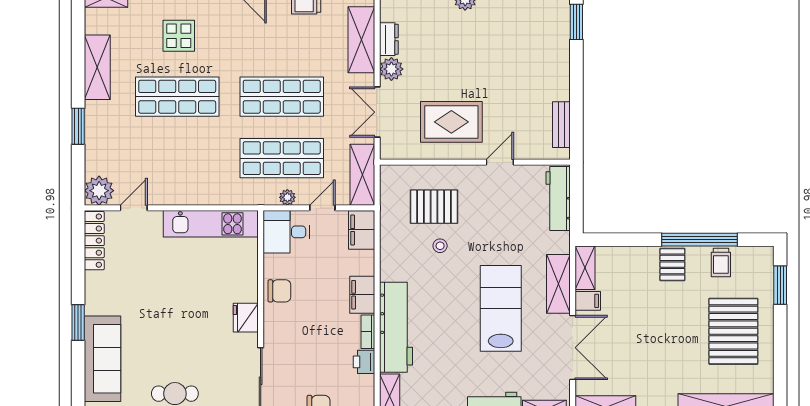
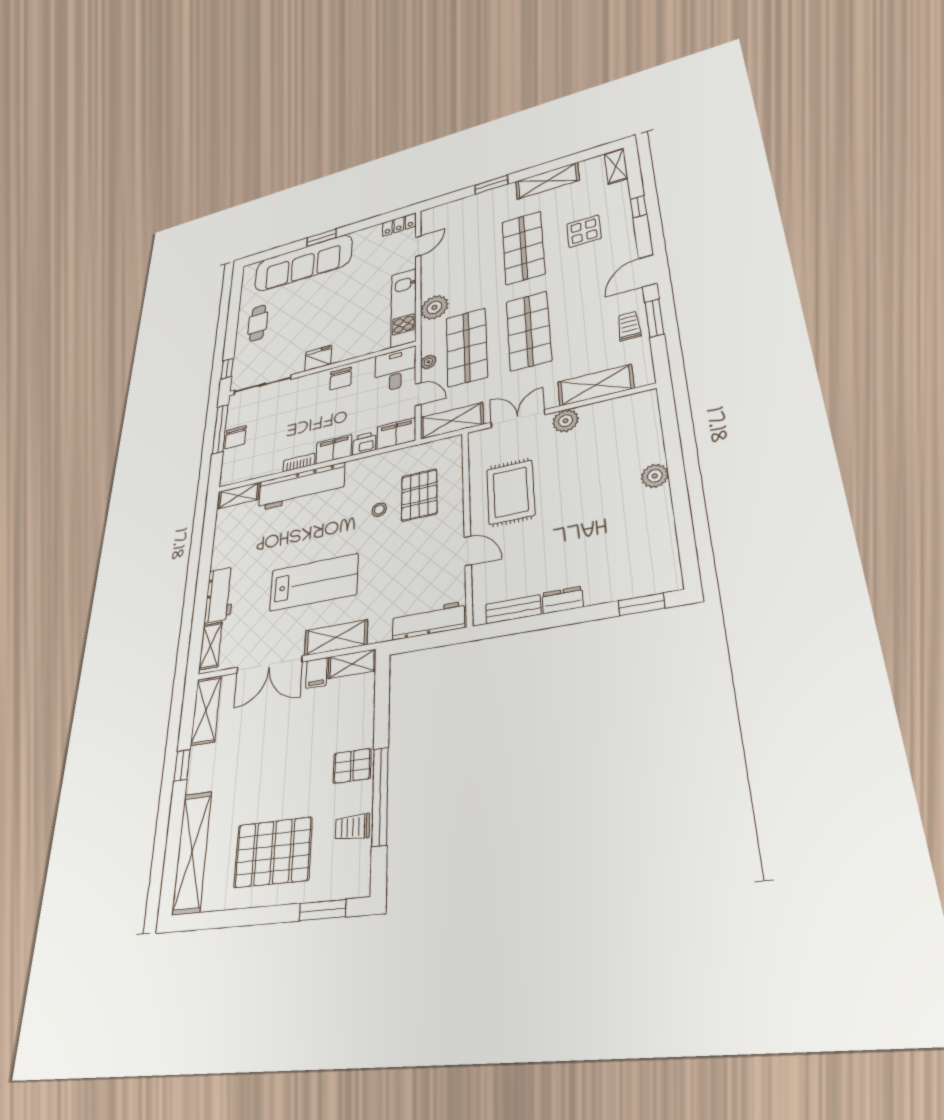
dresser: (389, 39) -> (563, 600), moved, turned 180
plant: (99, 191) -> (434, 307), moved
door: (134, 208) -> (418, 246), hinge flipped
locker: (94, 241) -> (399, 225), width x0.66
sofa: (102, 359) -> (303, 263), width x1.36, depth x1.27
printer: (364, 362) -> (364, 443), moved

